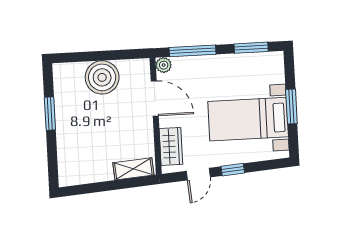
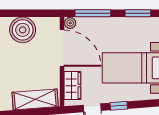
door: (155, 98) -> (62, 48), width x1.36
shelving: (133, 169) -> (35, 99), width x1.50, depth x1.33

